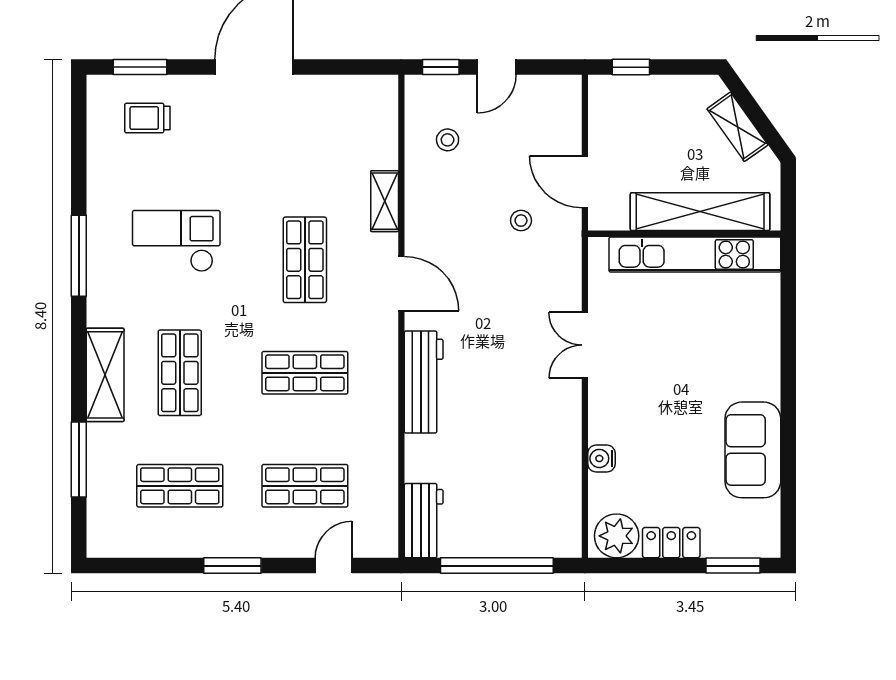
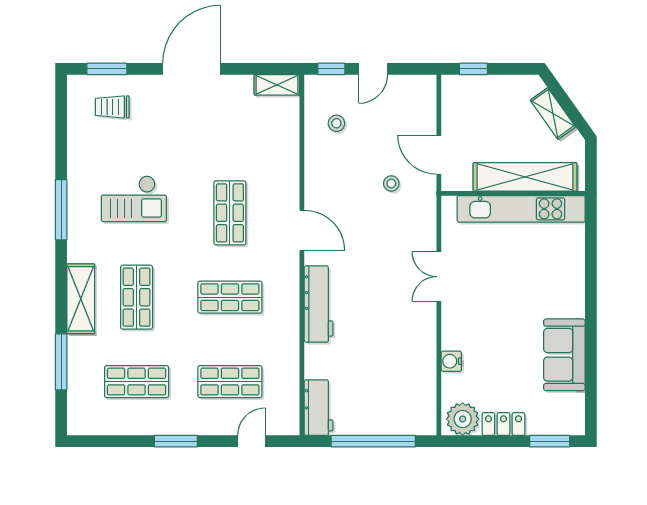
shelving: (385, 201) -> (277, 85), moved, turned 90
checkout: (176, 241) -> (134, 199), turned 180

